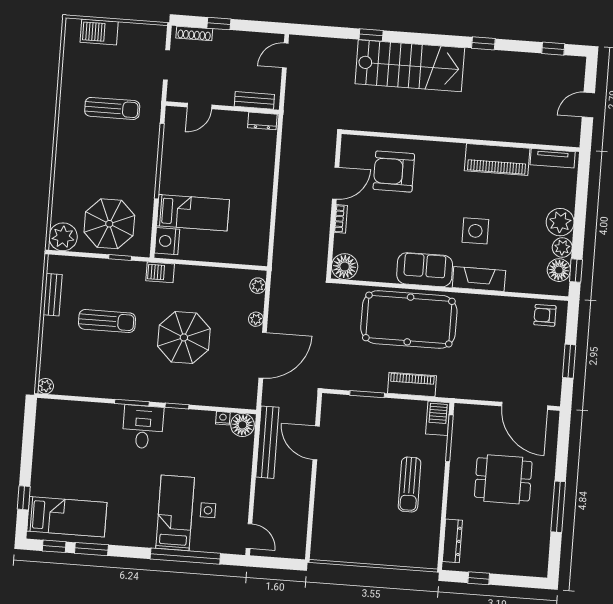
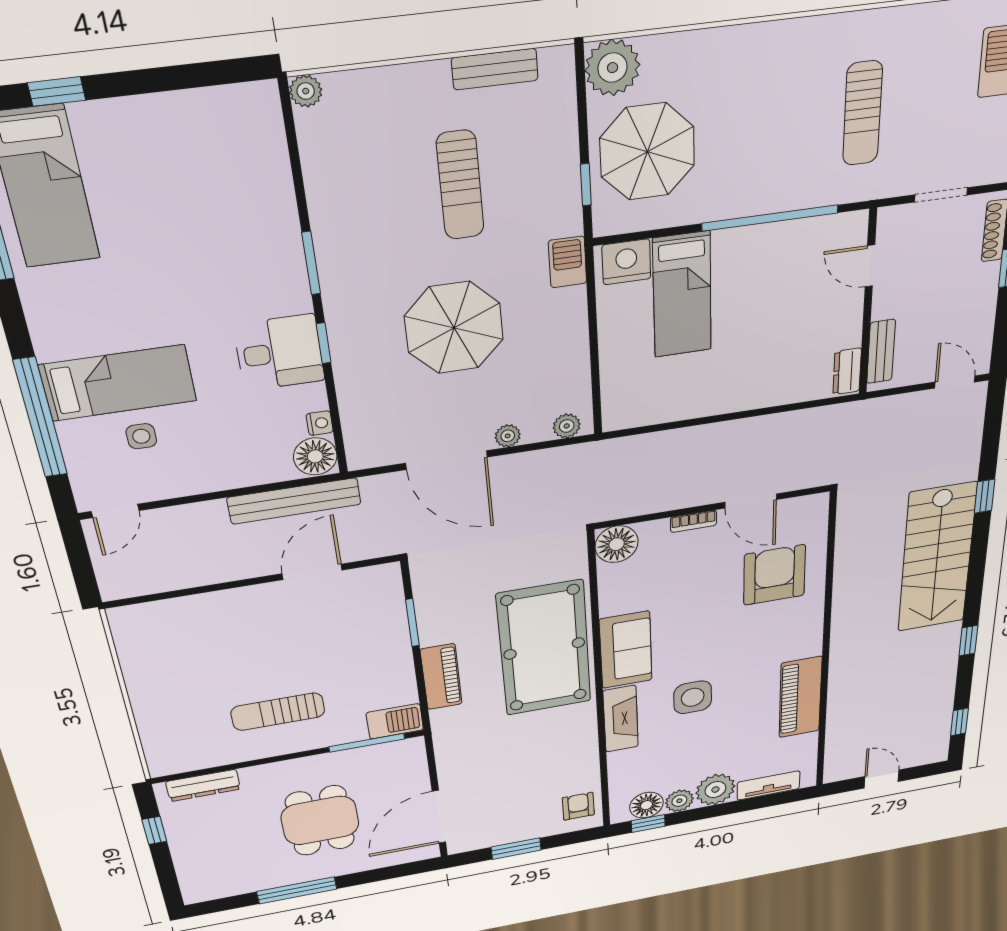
tv unit: (553, 158) -> (768, 785), moved, turned 90
desk: (143, 427) -> (279, 353), moved

